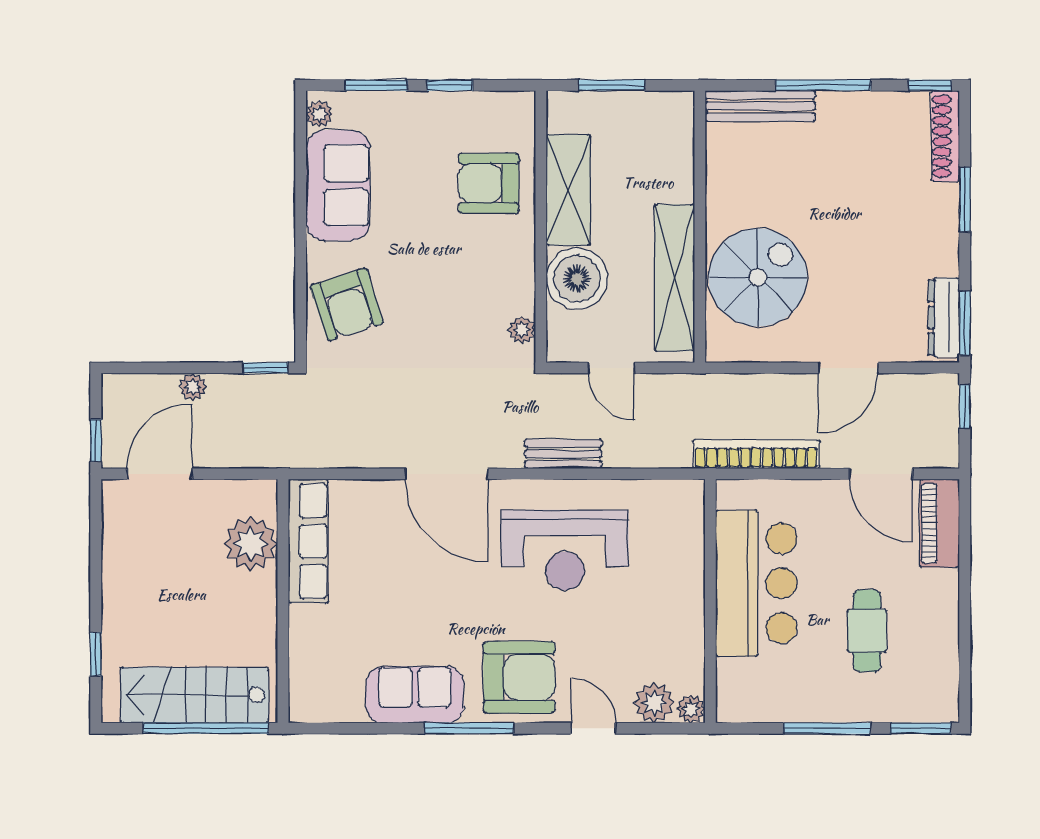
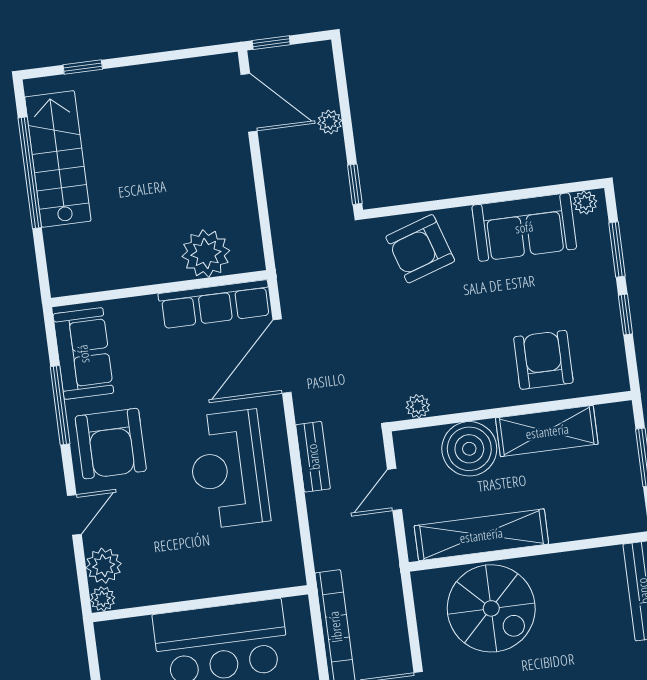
row of seats: (308, 541) -> (215, 304), moved
plant: (251, 544) -> (206, 253), moved
wall: (283, 601) -> (159, 289), moved

